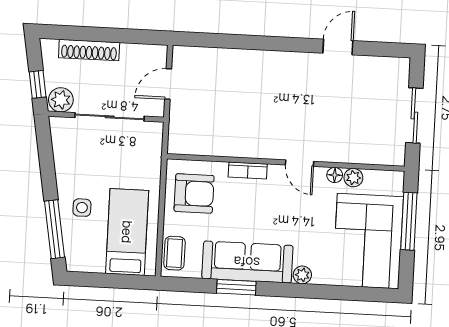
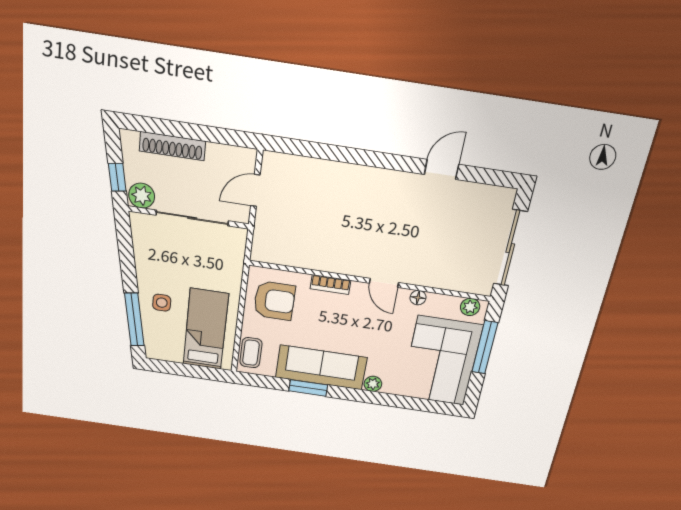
sliding door: (414, 115) -> (510, 248), width x1.37
plant: (353, 178) -> (470, 307), moved

